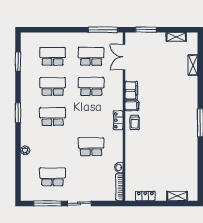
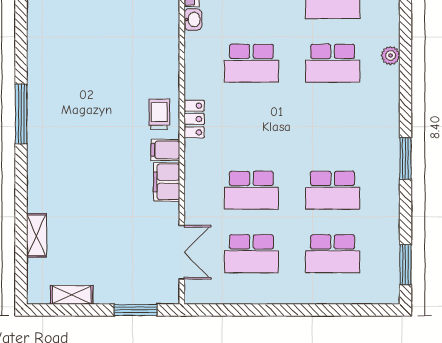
window: (103, 30) -> (227, 310), removed
window: (18, 61) -> (406, 265), moved
window: (18, 113) -> (406, 158), moved
school desk: (53, 117) -> (333, 63), moved

